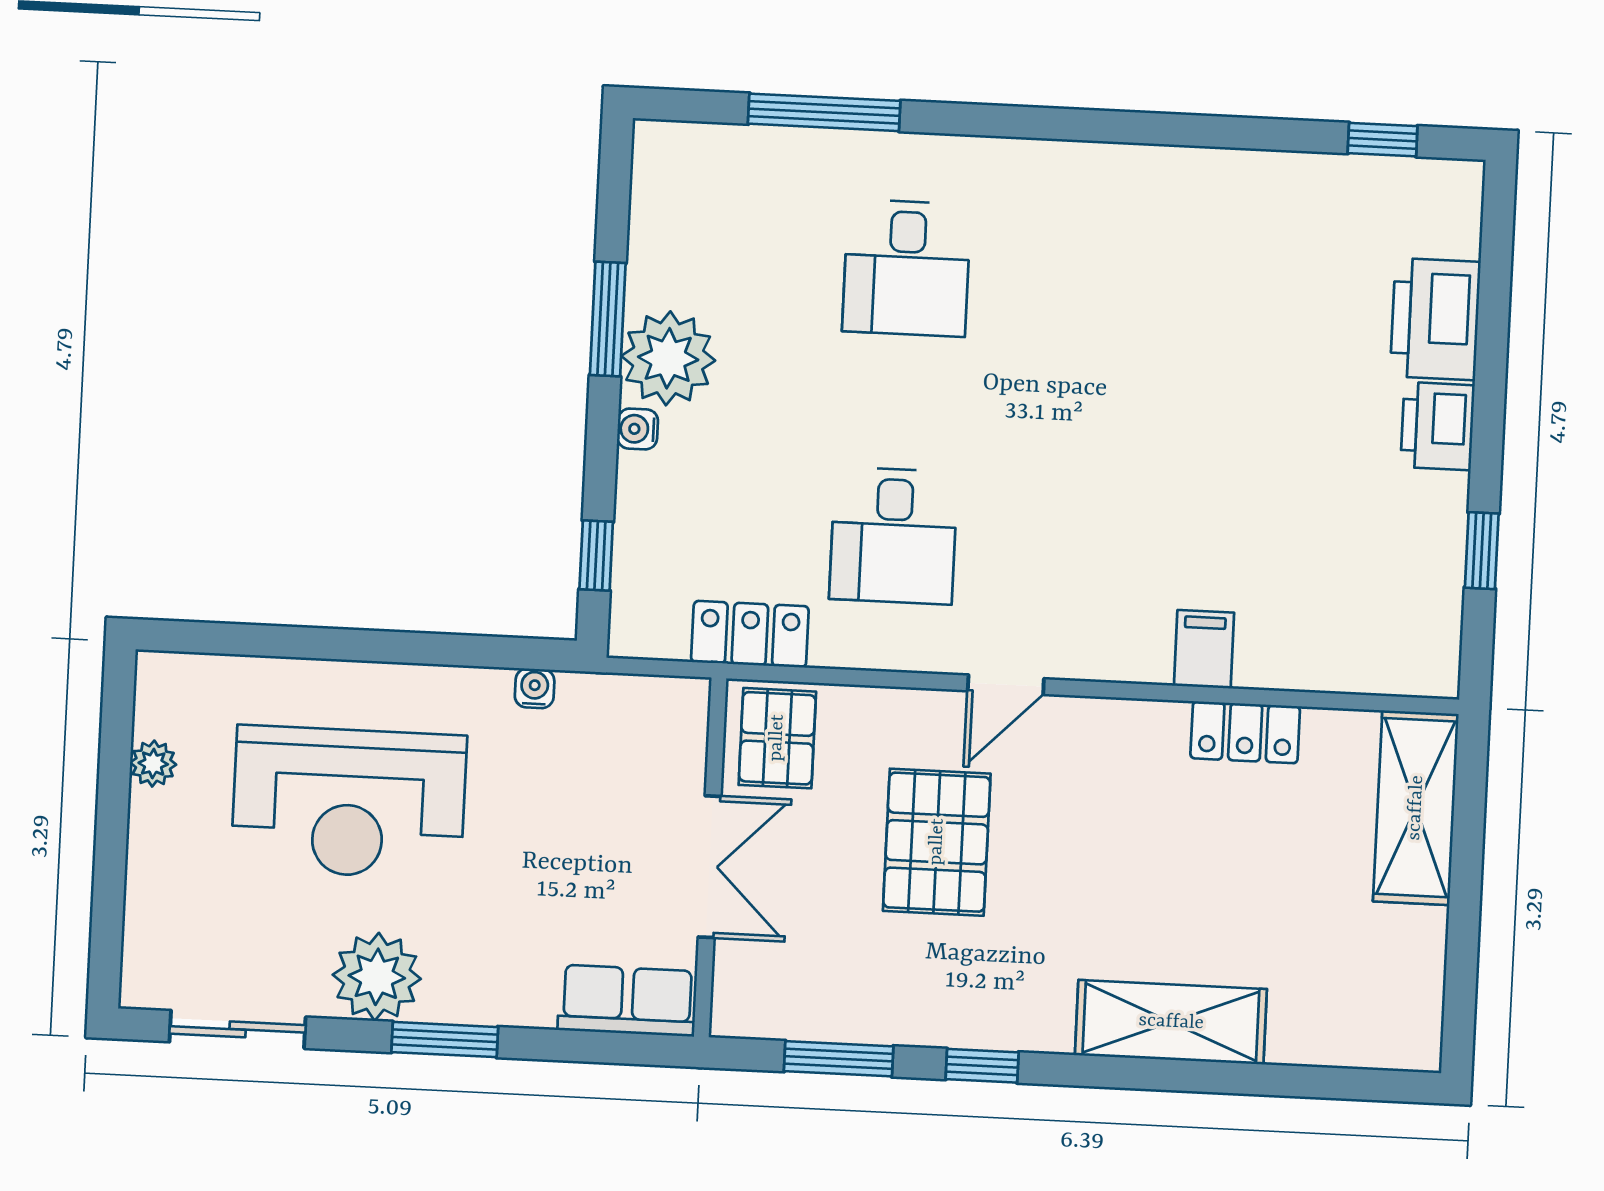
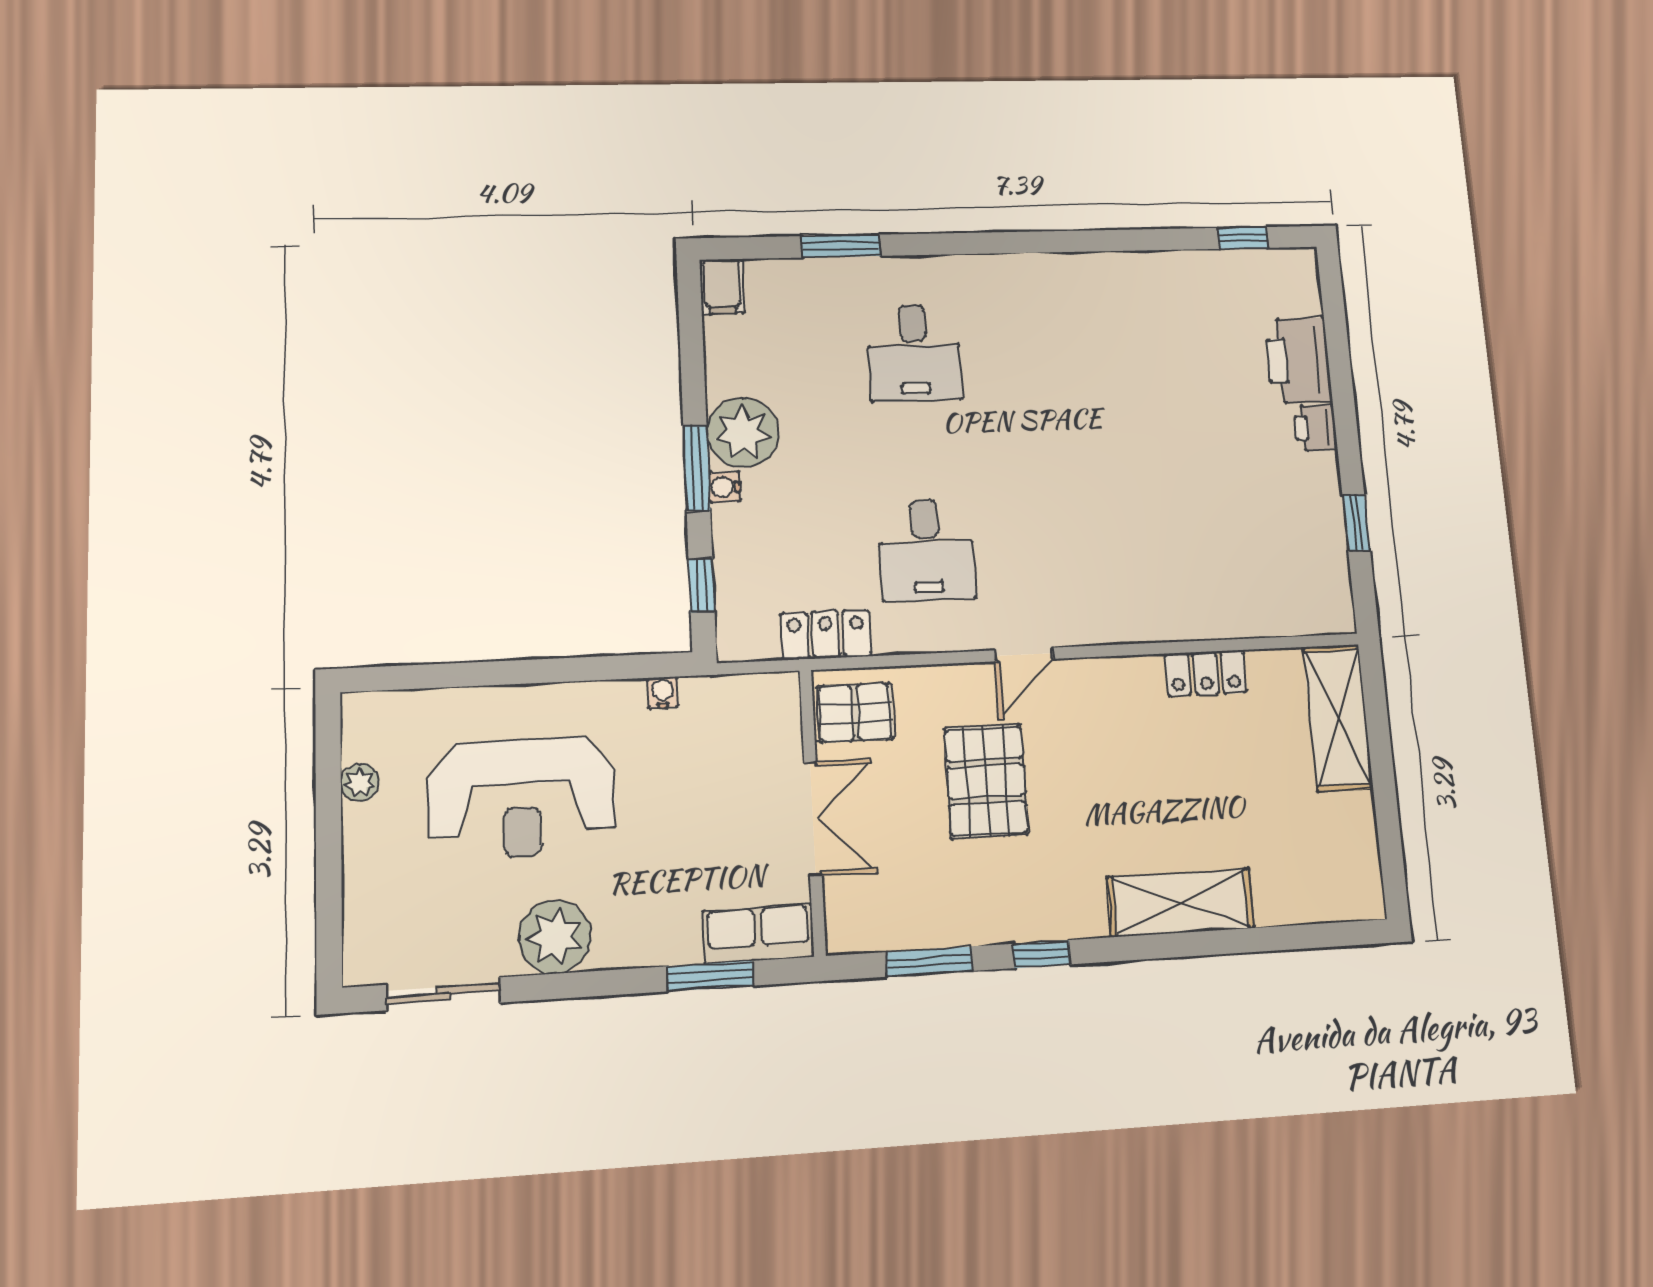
window: (824, 112) -> (841, 246), width x0.69
window: (608, 319) -> (697, 468), moved
printer: (1437, 426) -> (1315, 428), width x0.73, depth x0.81
filing cabinet: (1204, 649) -> (722, 287), moved, turned 180
pallet: (777, 738) -> (855, 713), turned 90
window: (445, 1040) -> (710, 976), moved

